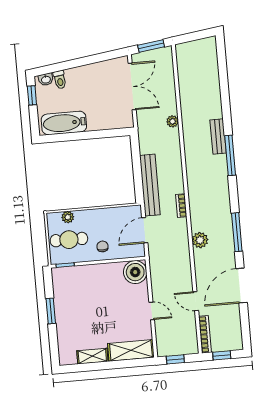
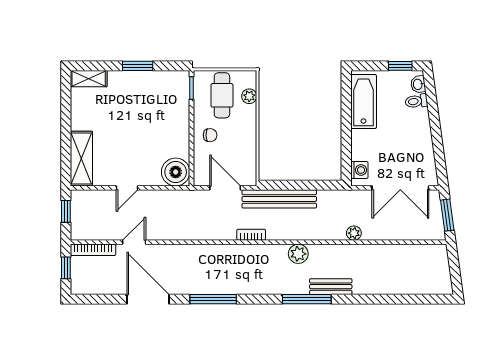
washing machine: (120, 121) -> (359, 170), added
plant: (200, 240) -> (298, 254), moved
shelving: (92, 356) -> (89, 79), moved, turned 90

